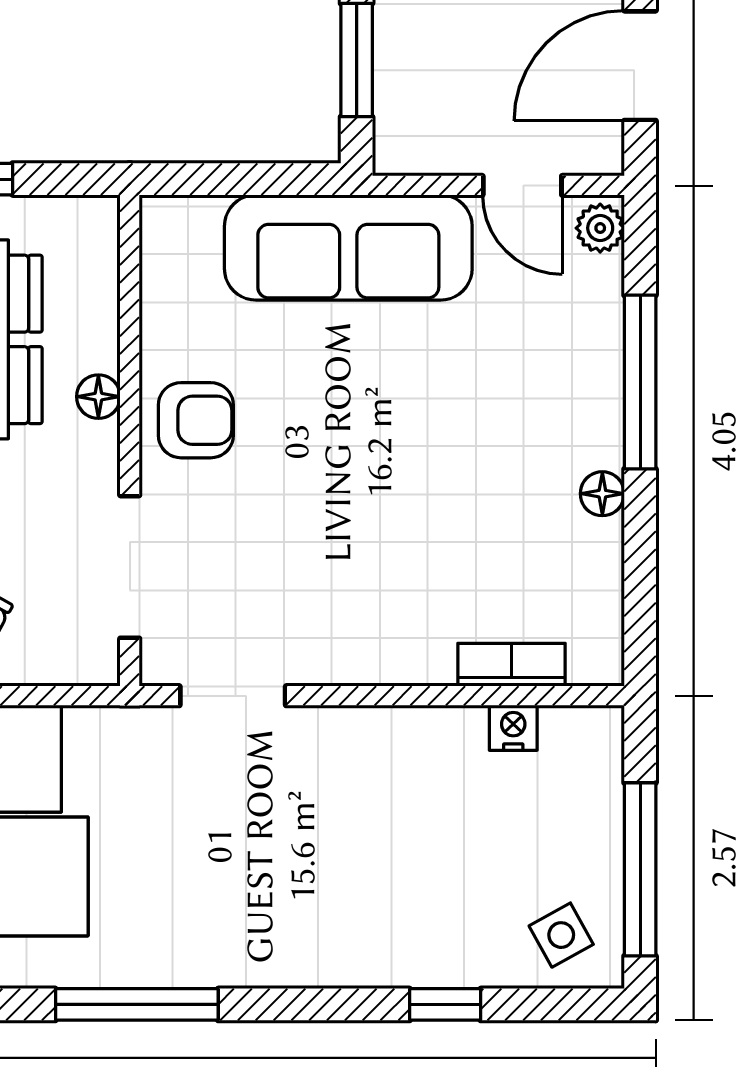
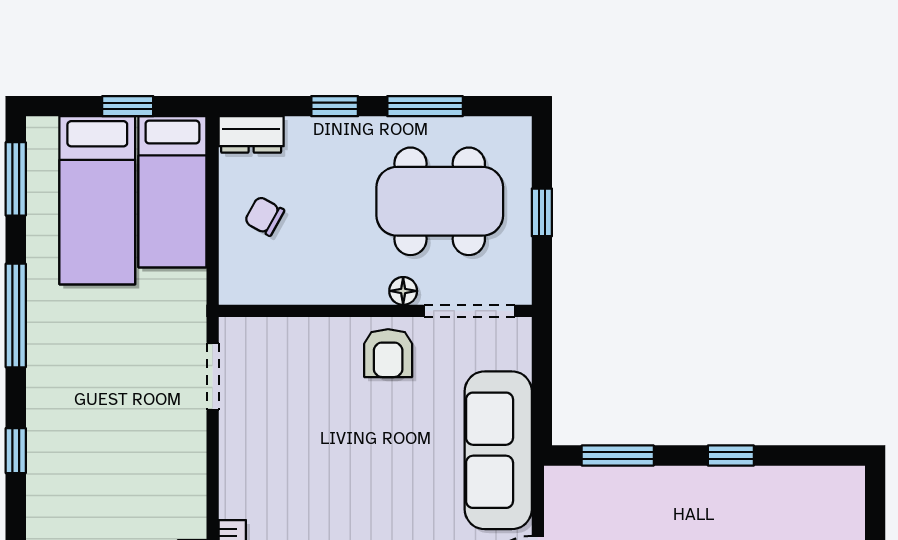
doorway: (130, 567) -> (469, 311), moved
window: (445, 1004) -> (16, 451), moved

